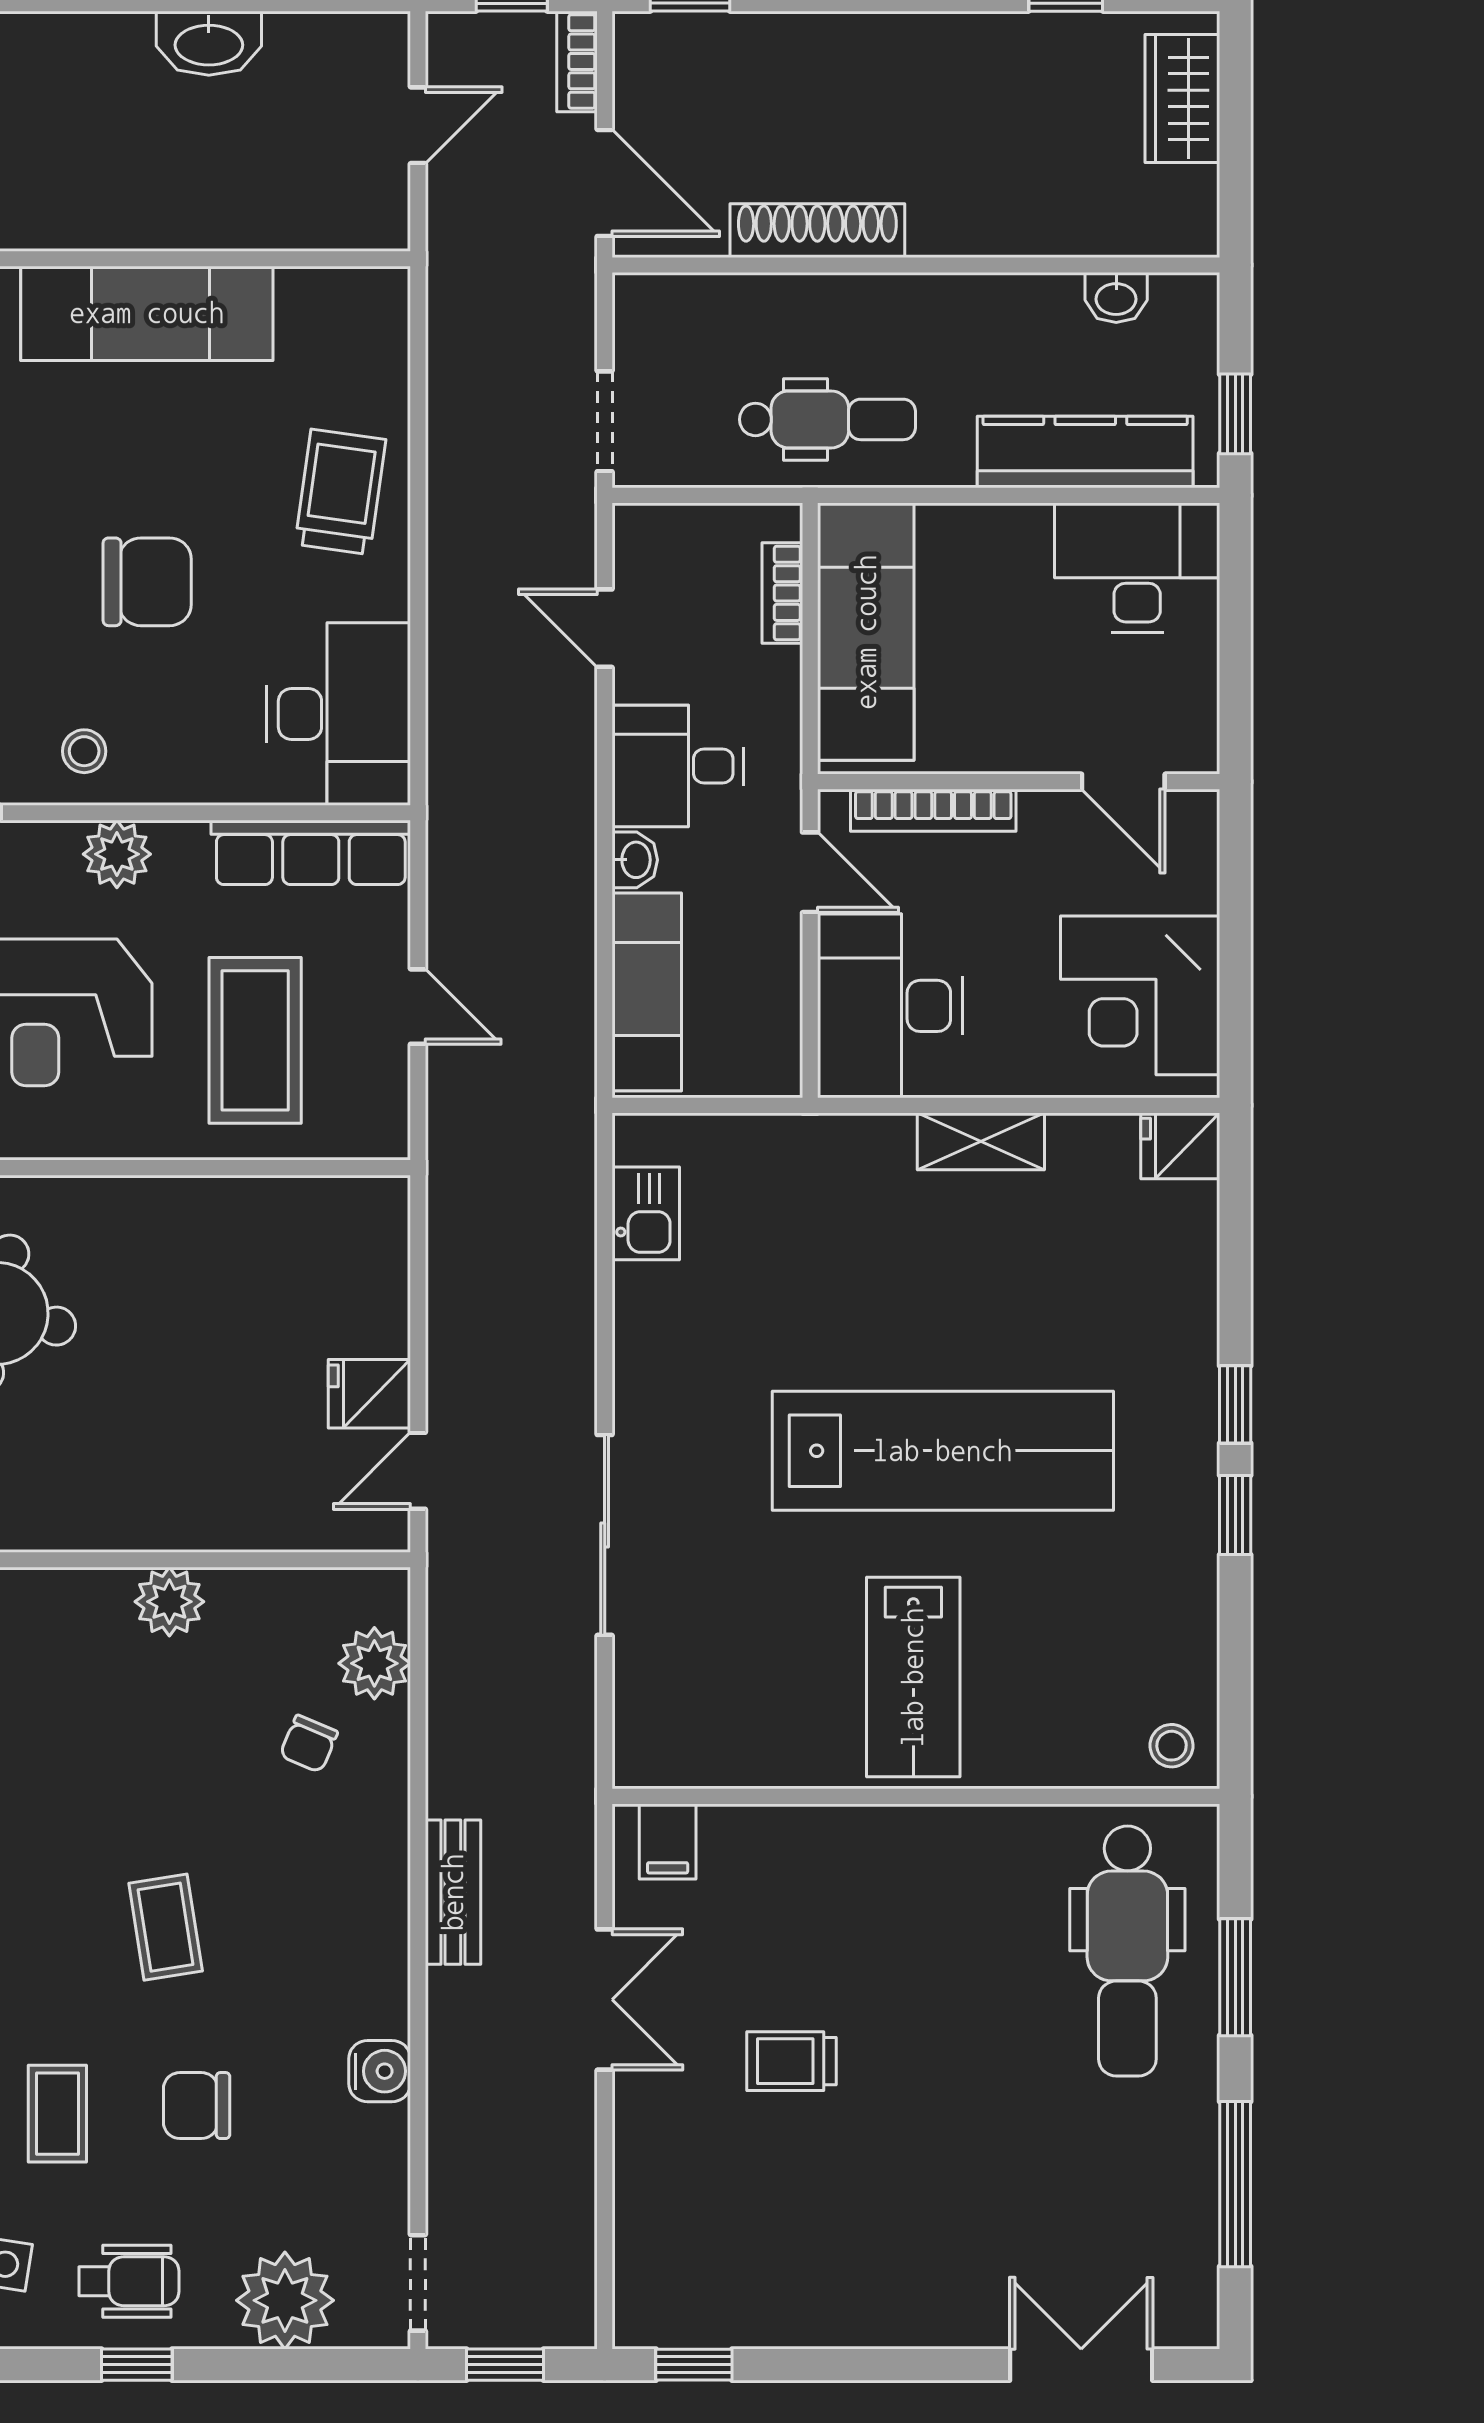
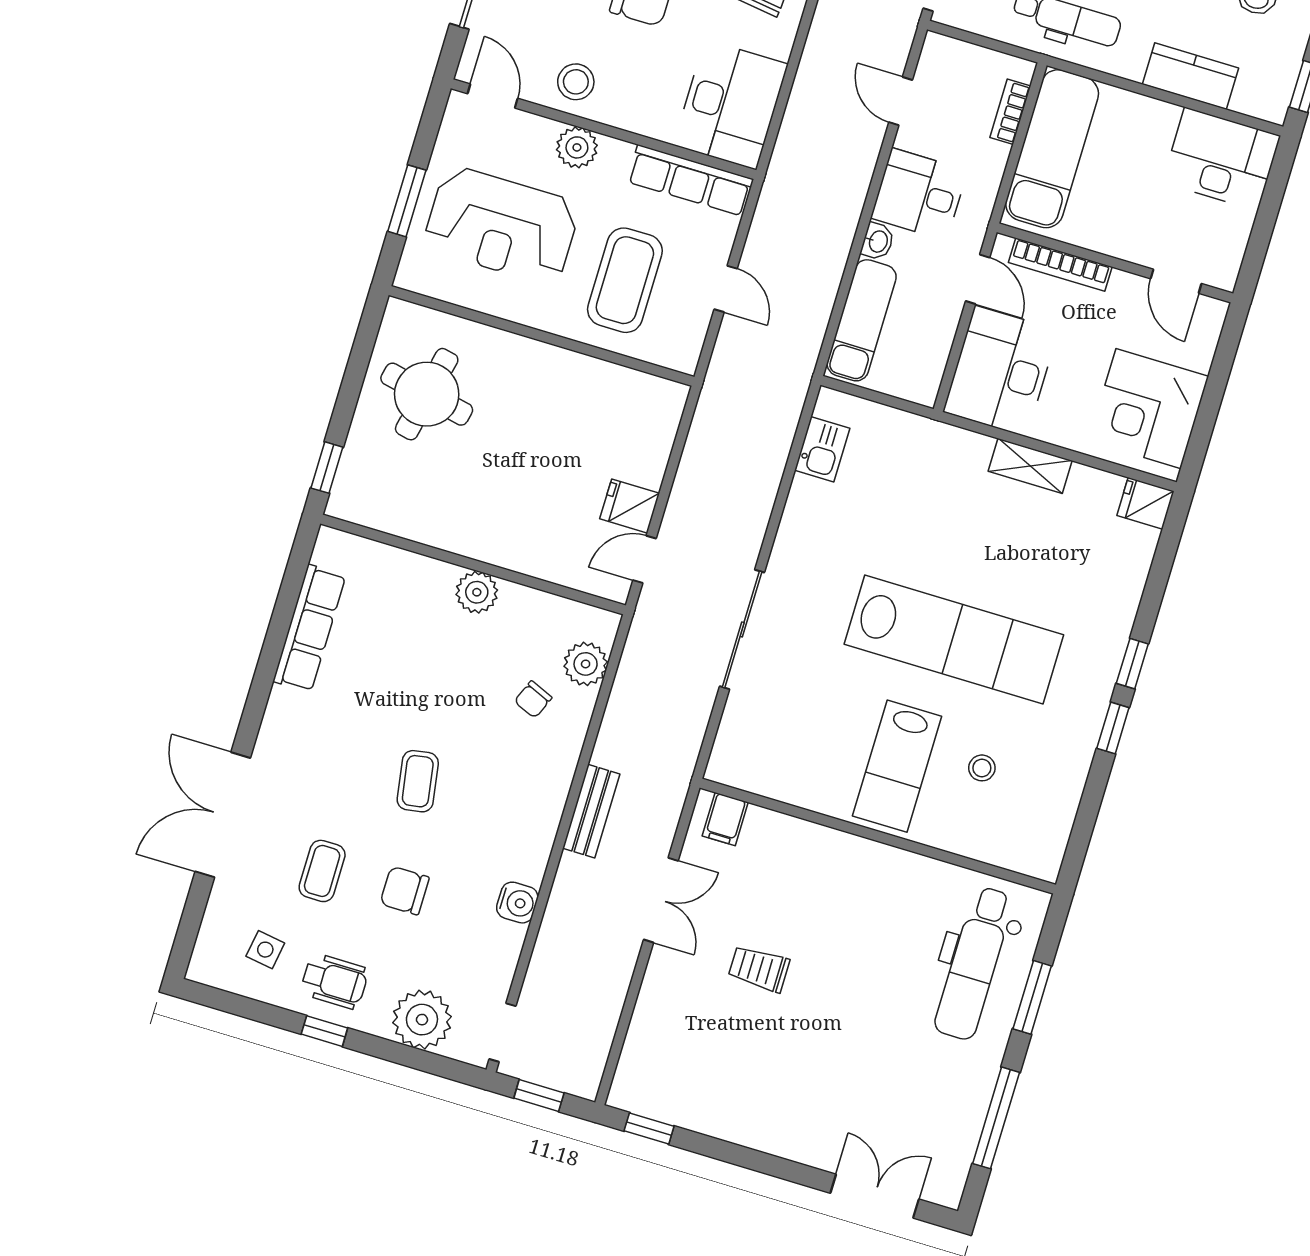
kitchen counter: (1085, 452) -> (1190, 76), width x0.67
stool: (84, 751) -> (576, 82), width x1.37, depth x1.37
stool: (1172, 1746) -> (982, 768), moved

